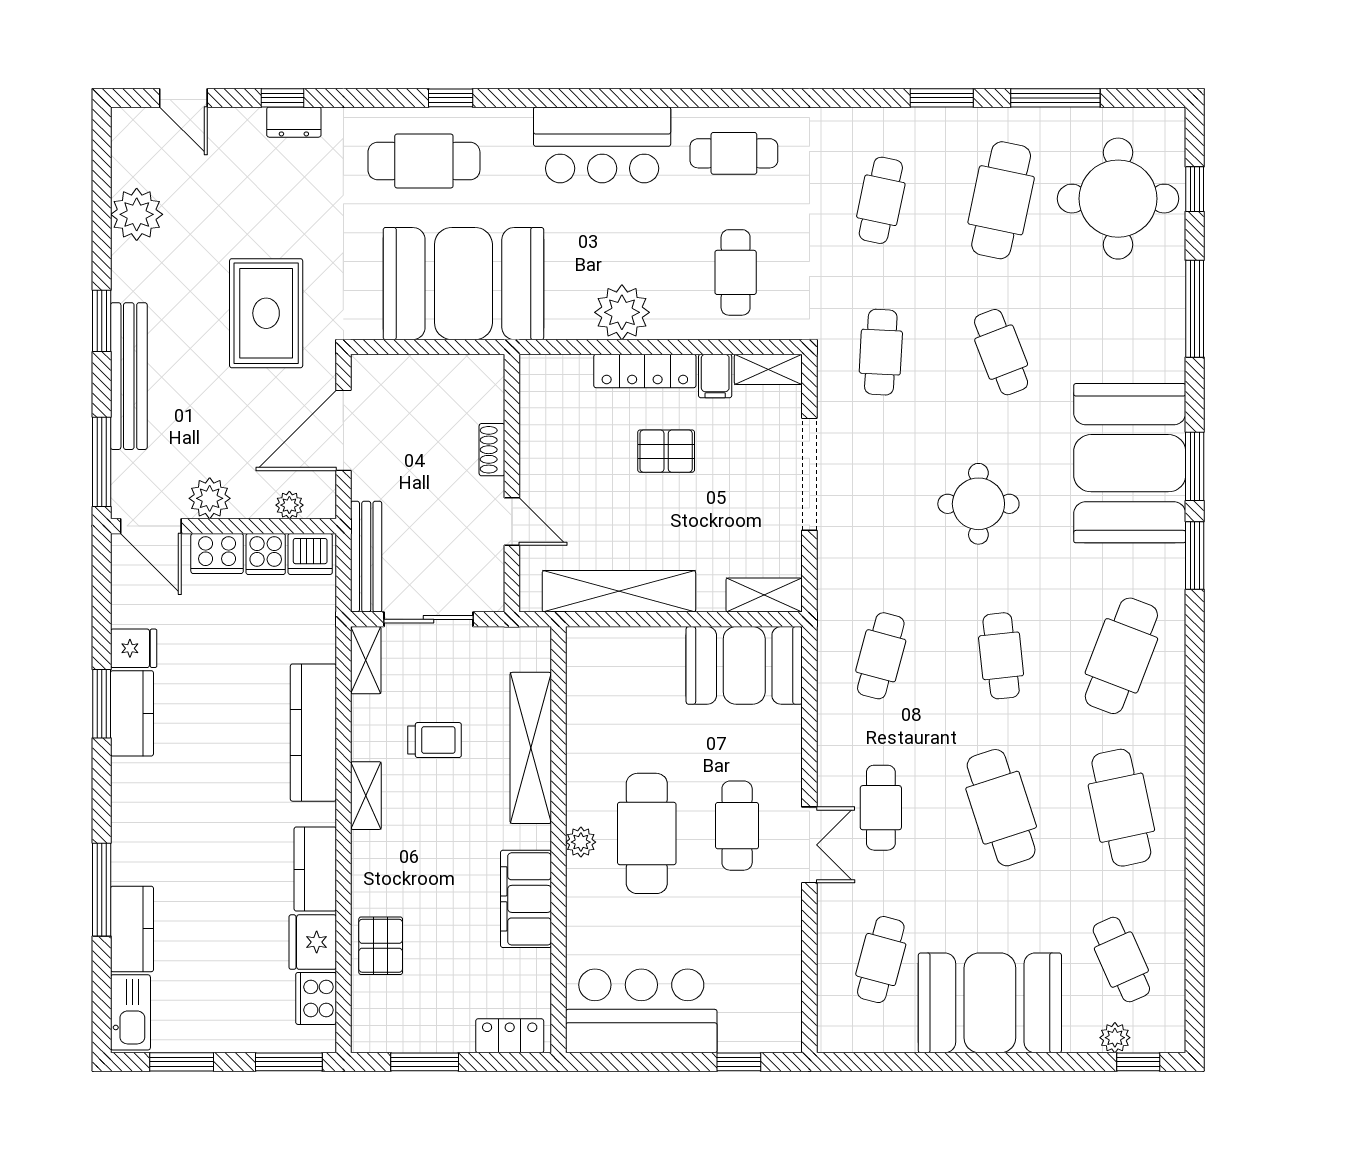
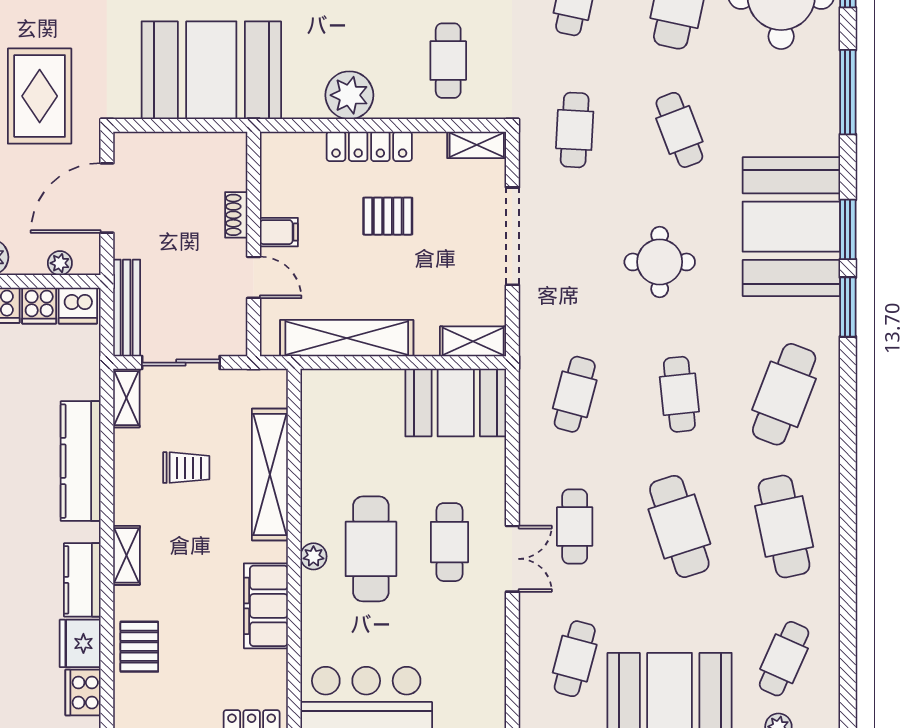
filing cabinet: (715, 376) -> (279, 232), moved, turned -90
shelving: (366, 796) -> (126, 555), moved
cafe table: (1121, 960) -> (784, 659), turned 48

